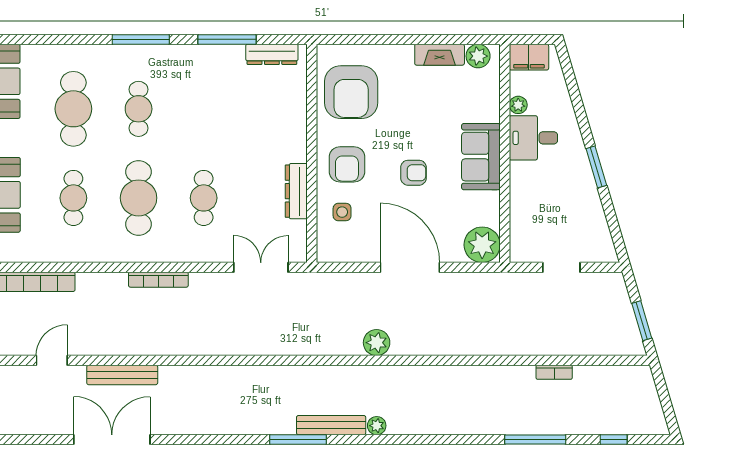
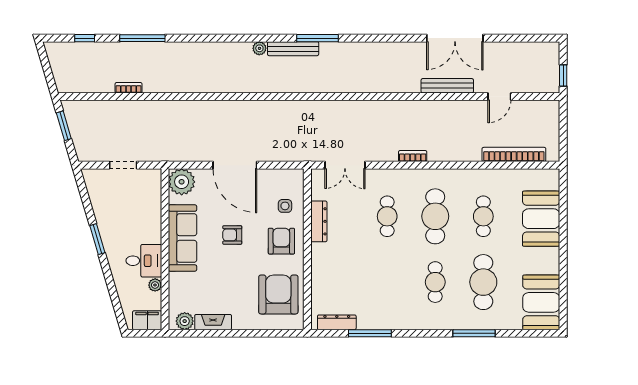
window: (141, 39) -> (474, 333), moved
sofa: (481, 157) -> (183, 238), width x1.36
bookcase: (158, 280) -> (413, 156), width x0.64
plant: (377, 343) -> (260, 110), removed

